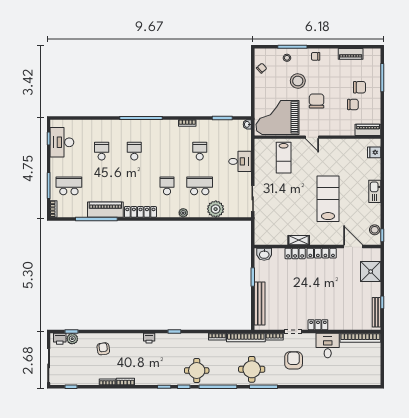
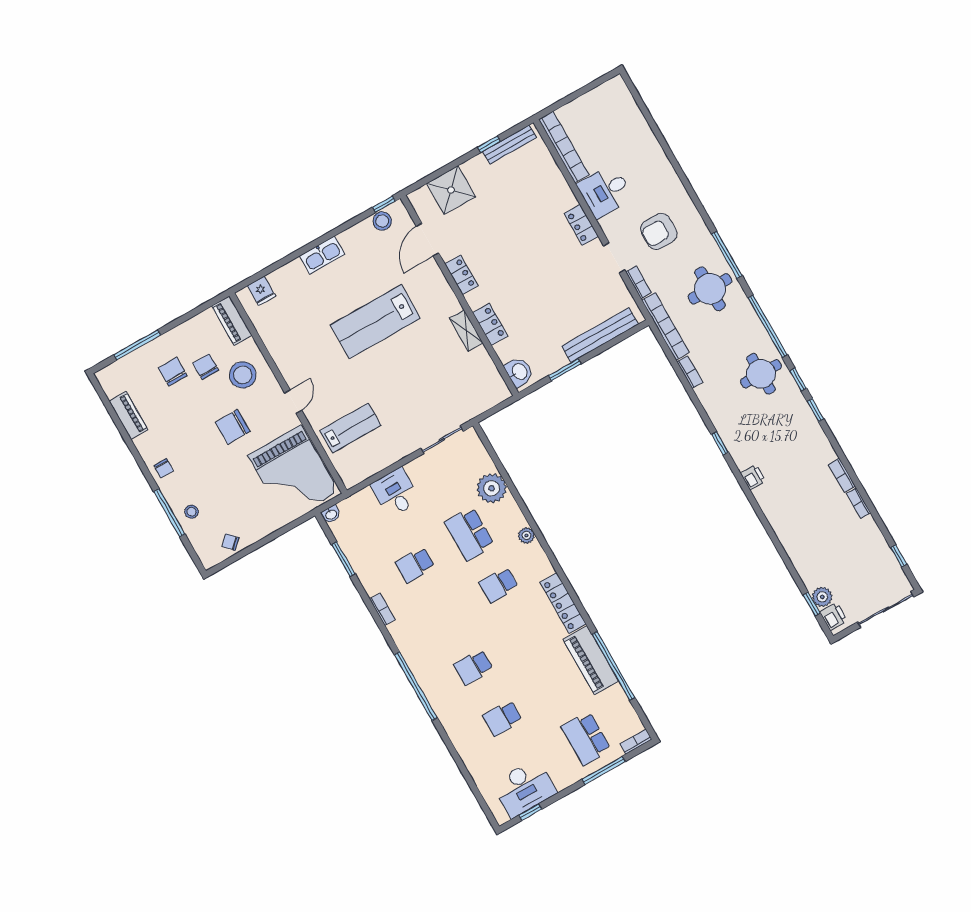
stool: (298, 81) -> (243, 375), moved
locker: (322, 253) -> (461, 275), width x0.66
armchair: (103, 349) -> (810, 539), removed

